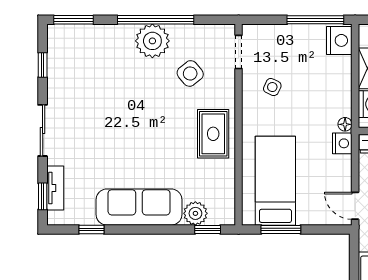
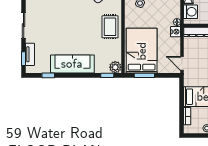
bed: (275, 181) -> (142, 51), width x1.50
plant: (195, 213) -> (115, 67), moved

